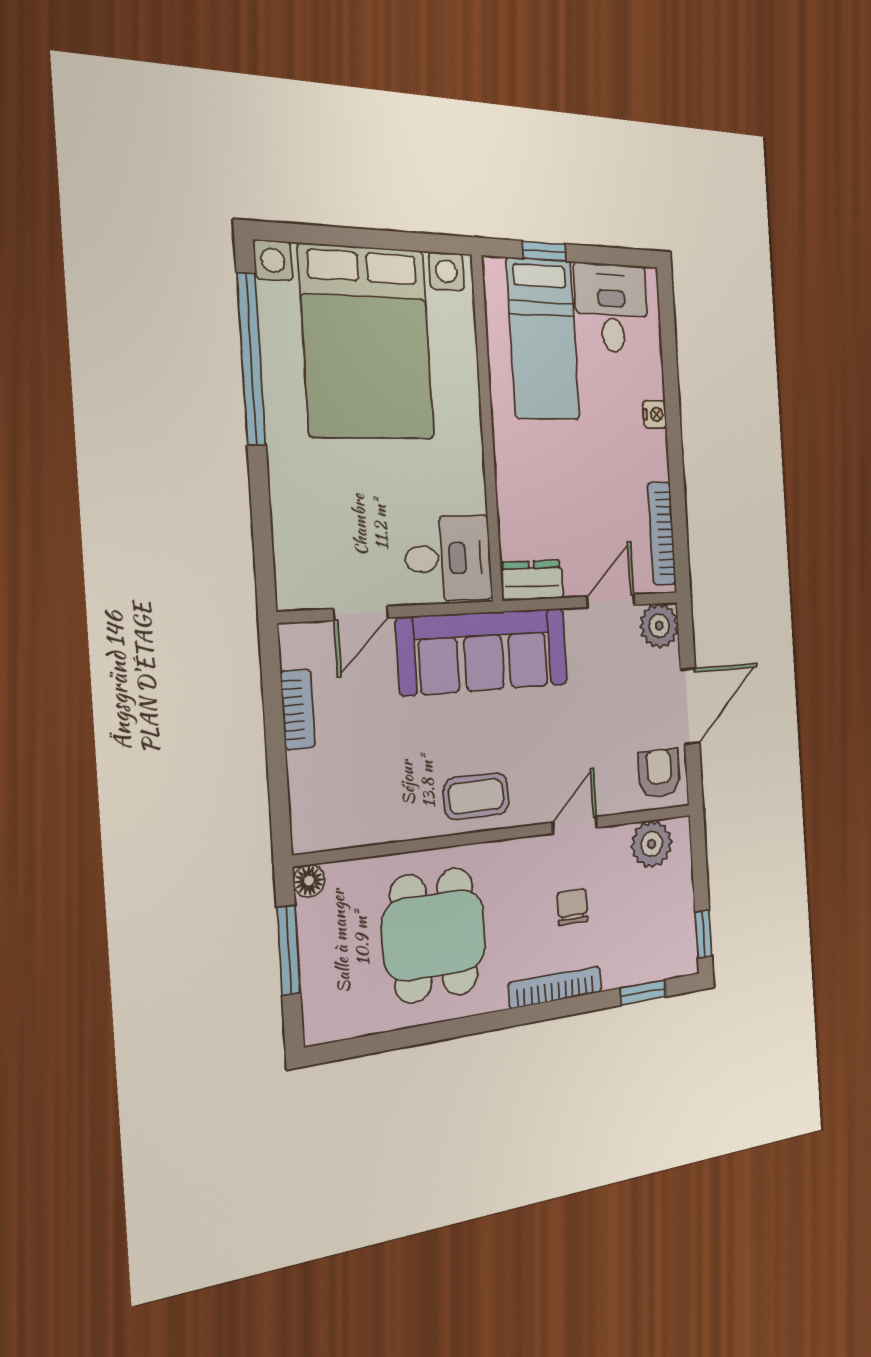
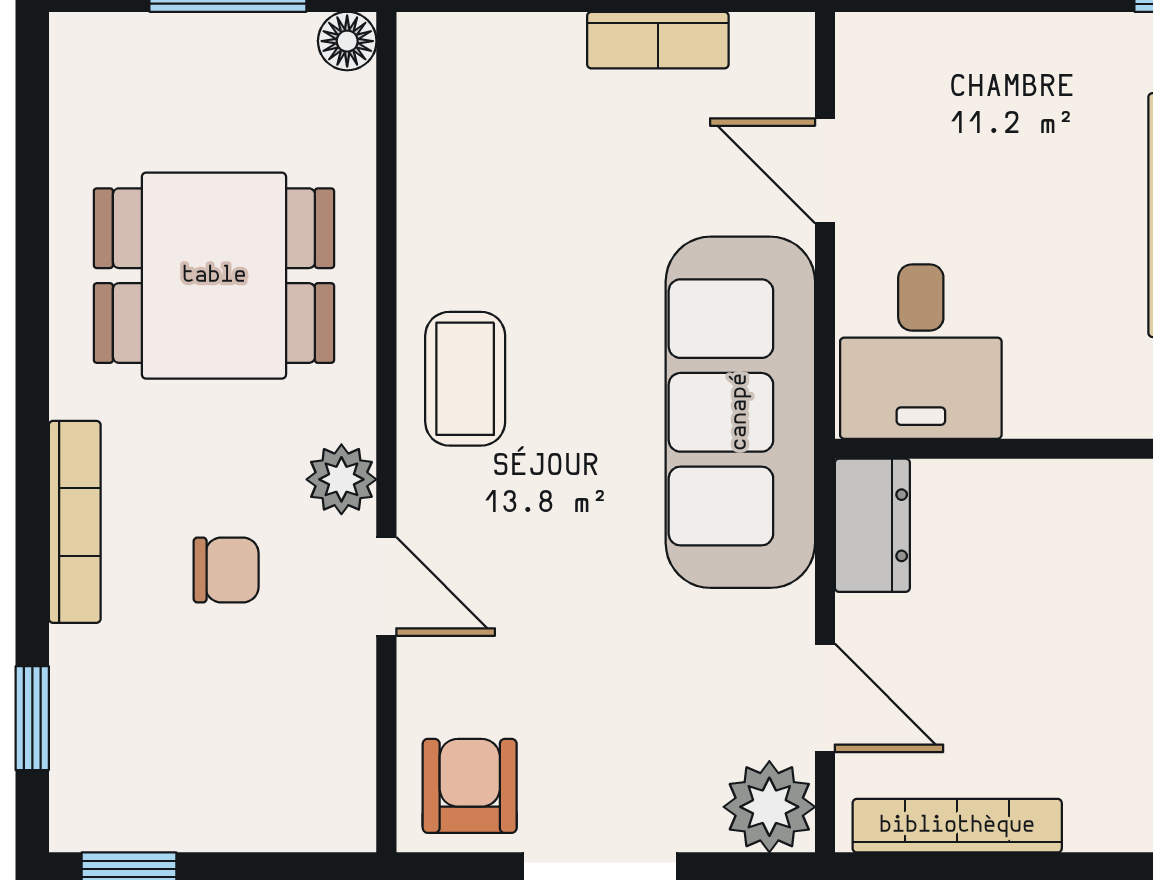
armchair: (659, 773) -> (470, 786), turned -90
plant: (652, 844) -> (341, 479), moved, width x0.73, depth x0.73

